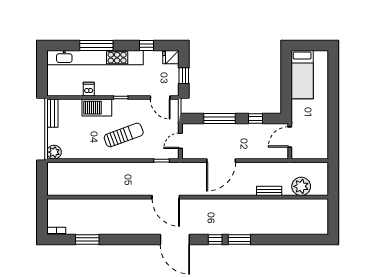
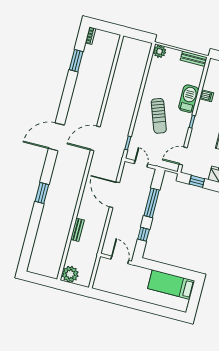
plant: (301, 186) -> (70, 274), moved
window: (215, 239) -> (47, 172), removed

